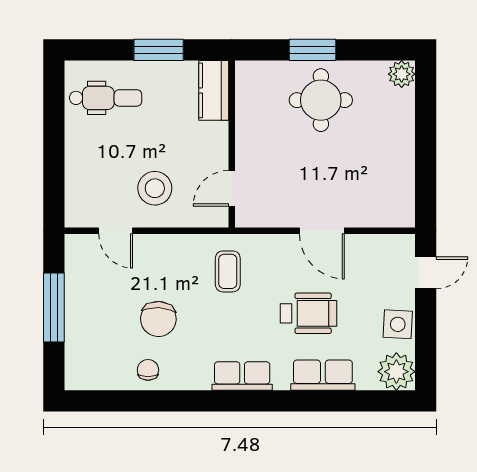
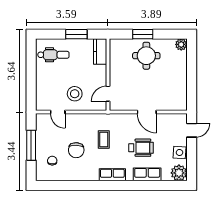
coffee table: (228, 271) -> (104, 139), moved
chair: (148, 370) -> (52, 161), moved

